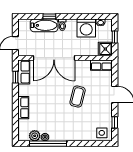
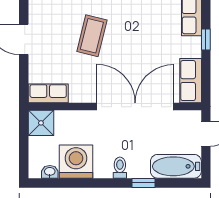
bathtub: (44, 25) -> (176, 166), moved
window: (115, 37) -> (24, 145), removed
window: (15, 77) -> (206, 40), moved

